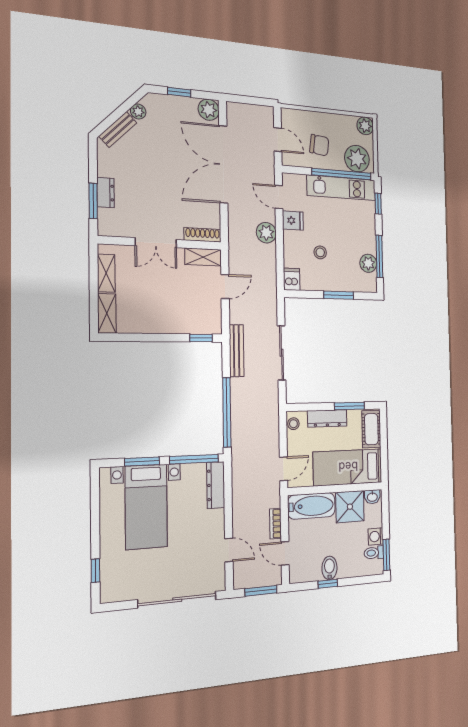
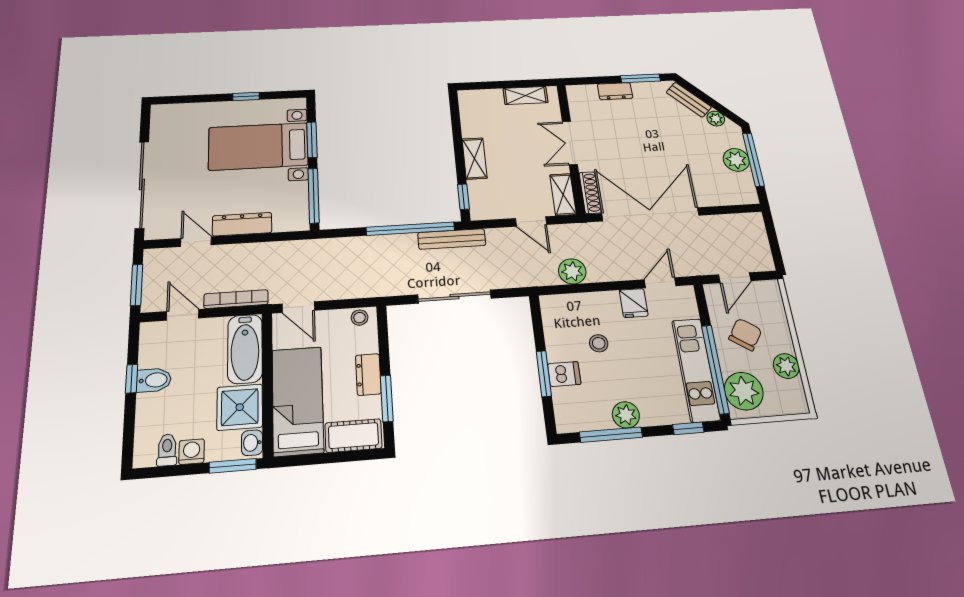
window: (179, 92) -> (753, 159), width x2.17
plant: (209, 110) -> (736, 160), moved
plant: (365, 126) -> (786, 366), moved
chair: (319, 145) -> (745, 334), turned -153
double door: (223, 164) -> (650, 214), moved
window: (93, 201) -> (640, 78), moved
plant: (266, 233) -> (572, 271), moved
plant: (368, 263) -> (626, 415), moved
dishwasher: (292, 279) -> (564, 374), moved
shelving: (107, 313) -> (475, 158), moved, turned 90
window: (227, 412) -> (410, 229), moved
dresser: (327, 418) -> (368, 374), width x0.70
dresser: (216, 485) -> (242, 224), moved
bookcase: (276, 524) -> (236, 299), width x1.56
door: (229, 550) -> (196, 242), swing flipped
door: (285, 553) -> (183, 315), hinge flipped
window: (386, 555) -> (233, 466), moved
window: (95, 571) -> (246, 96), moved

